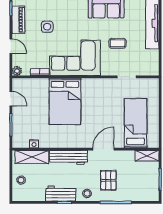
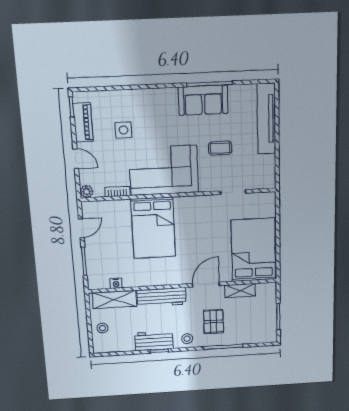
door: (11, 99) -> (81, 228), hinge flipped
bed: (136, 123) -> (253, 250), width x1.50
shelving: (147, 156) -> (240, 291), moved

